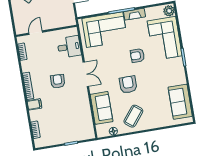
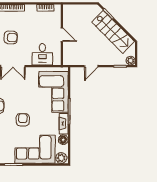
floor lamp: (151, 12) -> (63, 140), added
door: (36, 33) -> (62, 35), moved

